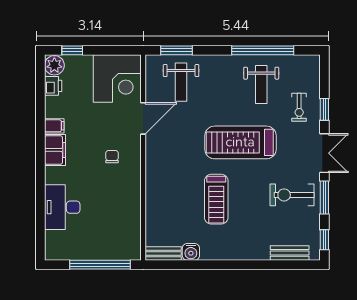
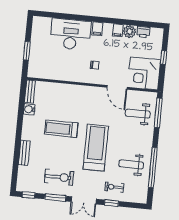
window: (72, 50) -> (164, 58), moved
window: (177, 50) -> (158, 113), width x1.44
plant: (54, 65) -> (130, 32), moved
filing cabinet: (55, 150) -> (98, 29), width x0.50
exercise bike: (292, 195) -> (59, 177), turned 90
desk: (62, 207) -> (71, 34), width x1.36, depth x1.30
bench: (290, 253) -> (24, 153), moved
window: (100, 265) -> (27, 51), width x0.47

